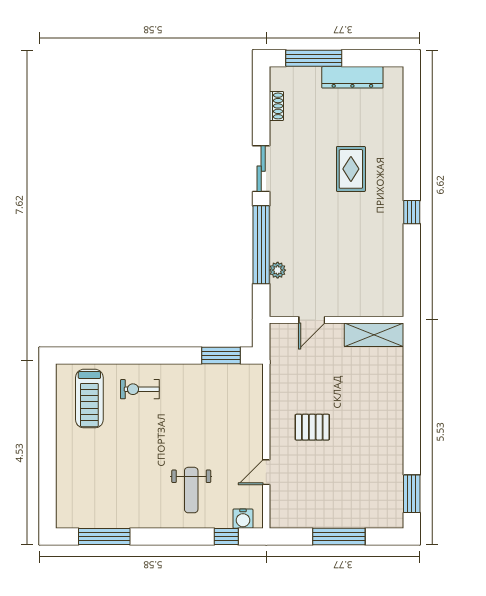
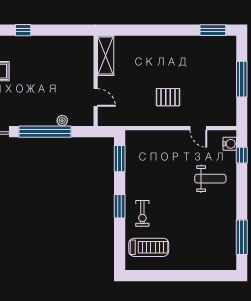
window: (150, 355) -> (120, 206), added
pallet: (312, 427) -> (168, 97), turned 90

